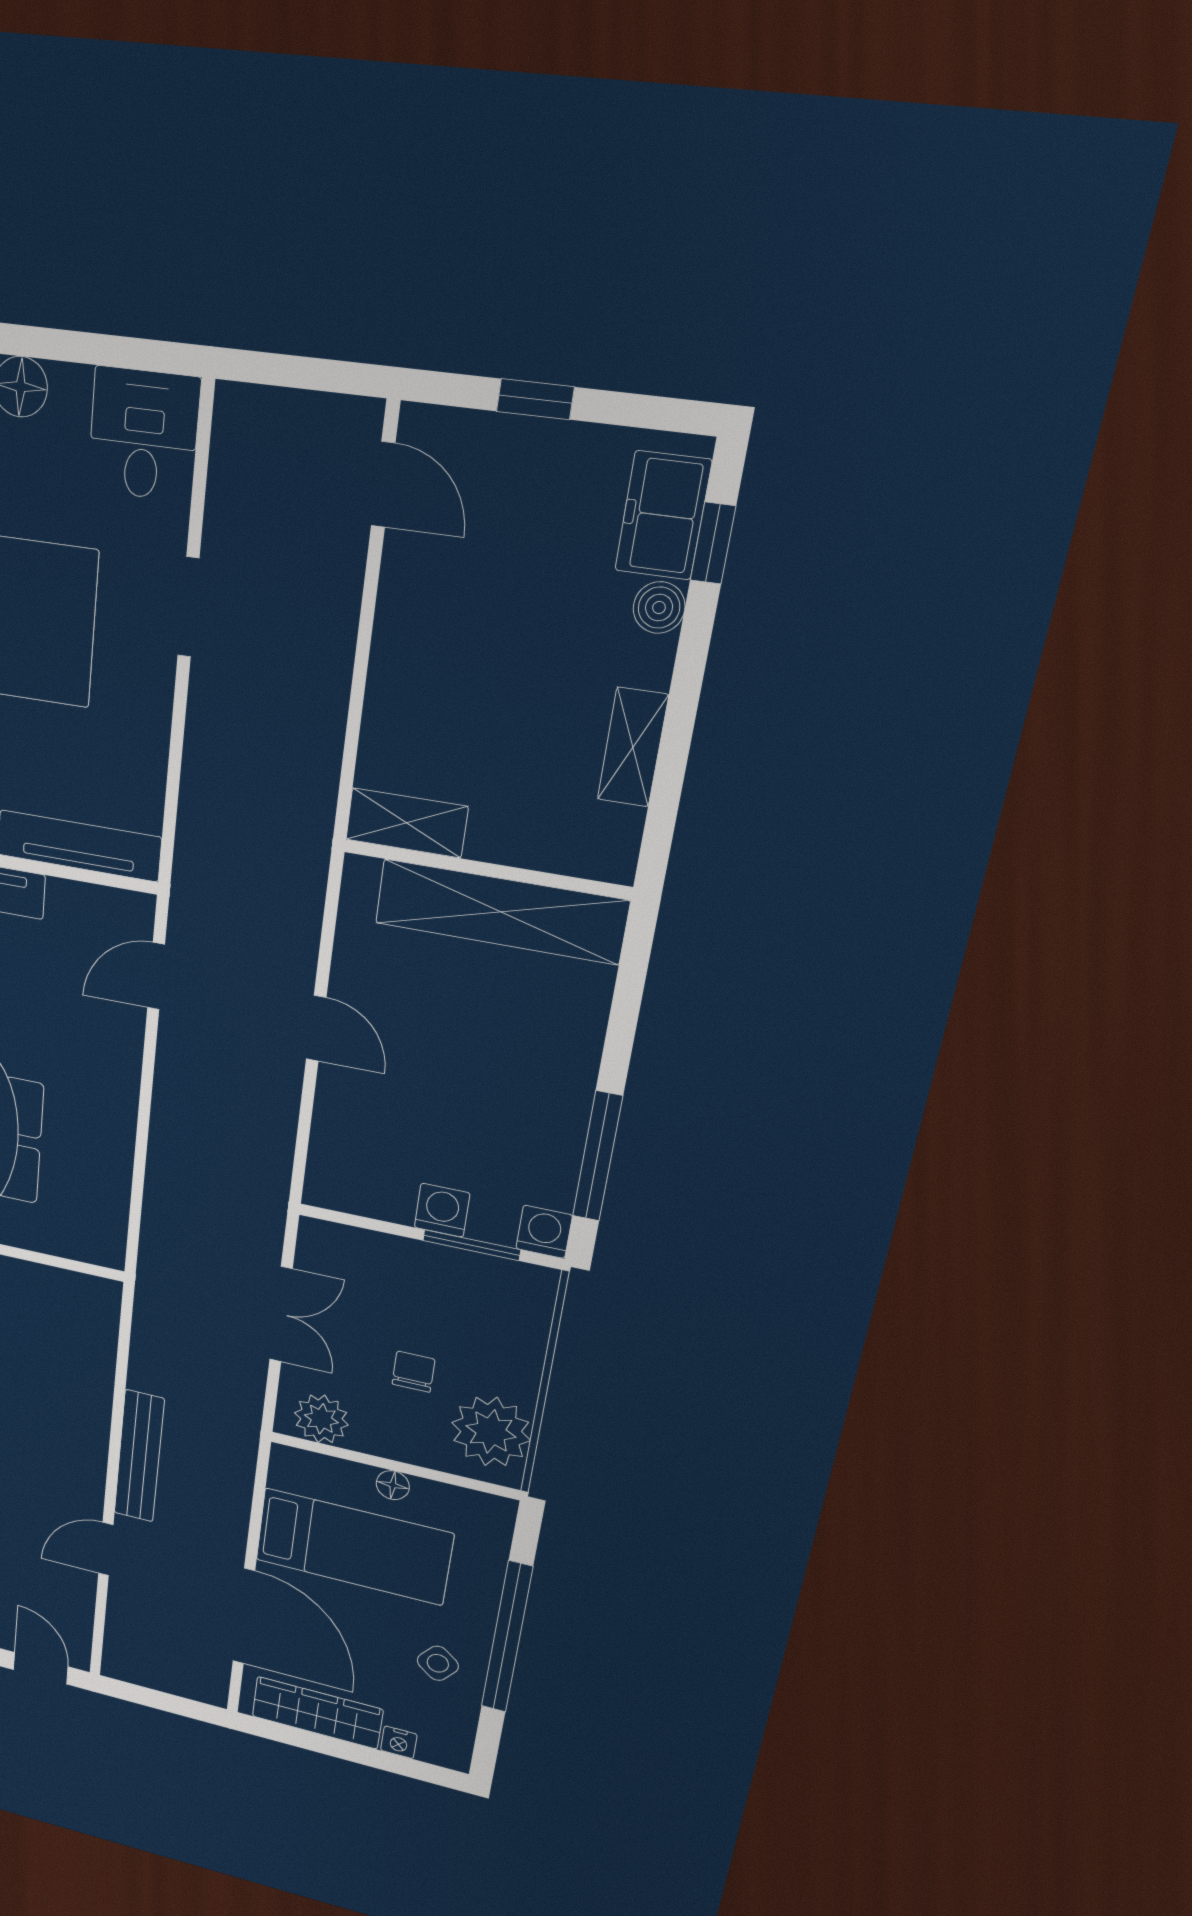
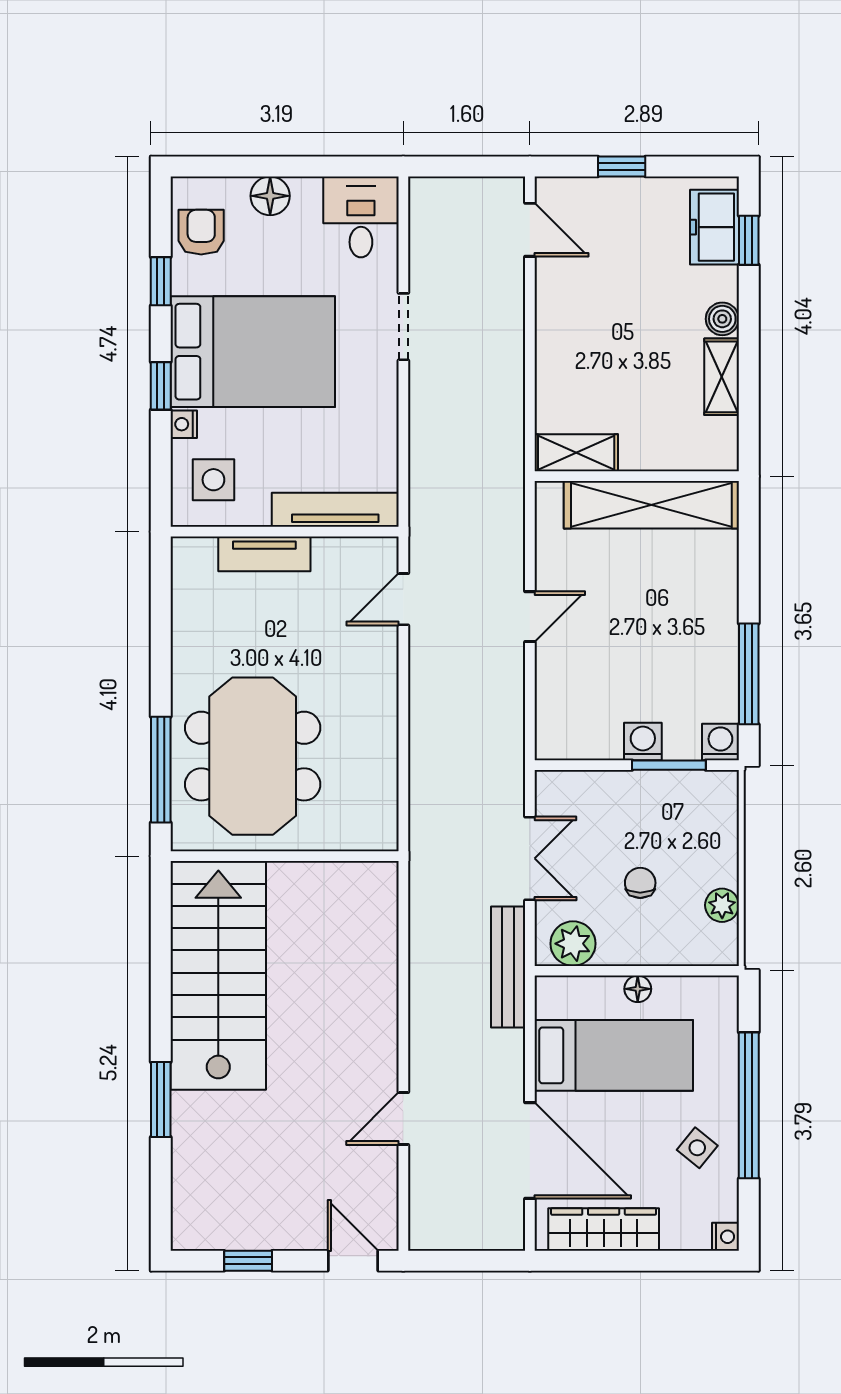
boiler: (659, 608) -> (722, 319), moved
door: (316, 1028) -> (530, 617), hinge flipped
plant: (491, 1432) -> (722, 905), width x0.53, depth x0.53
bench: (139, 1456) -> (508, 967), moved
nightstand: (399, 1742) -> (725, 1237), moved, turned -90

